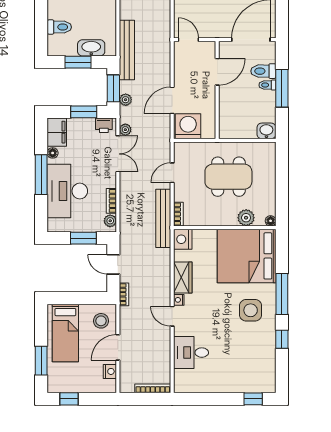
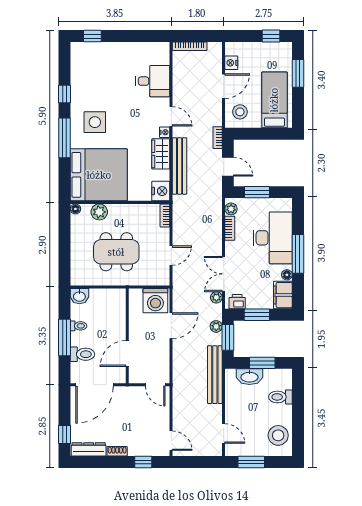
toilet: (267, 85) -> (78, 326), moved
bench: (163, 218) -> (180, 166), moved

